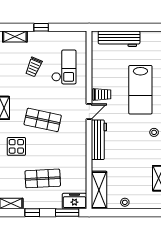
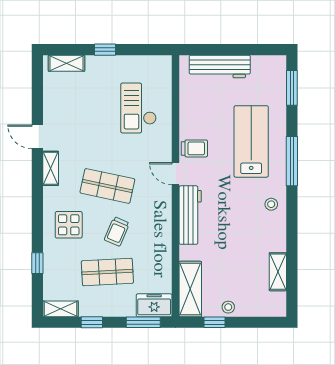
trolley: (34, 67) -> (117, 231), moved
checkout: (64, 67) -> (139, 108), turned 180
lab bench: (140, 90) -> (251, 141), turned 180
door: (89, 112) -> (176, 174), swing flipped
window: (116, 213) -> (215, 322), added

